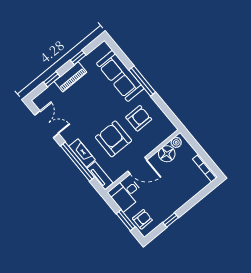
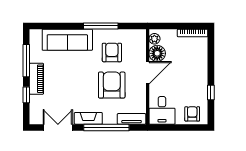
window: (78, 58) -> (26, 61), width x2.17
window: (142, 81) -> (101, 26), moved
armchair: (113, 139) -> (112, 85), turned 90
fireplace: (82, 153) -> (88, 118), moved
door: (137, 166) -> (148, 73), moved
window: (126, 220) -> (182, 127), removed

